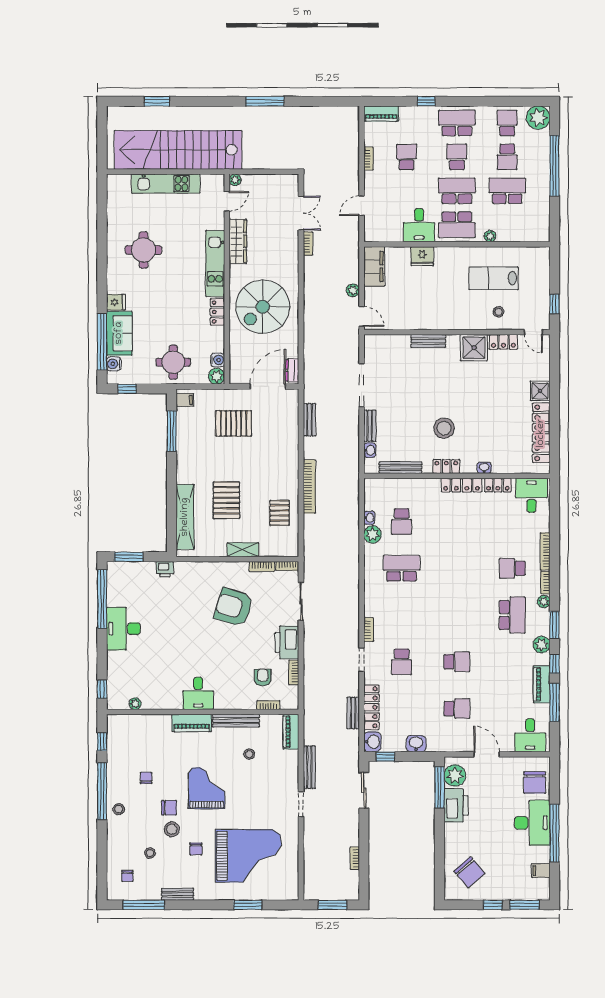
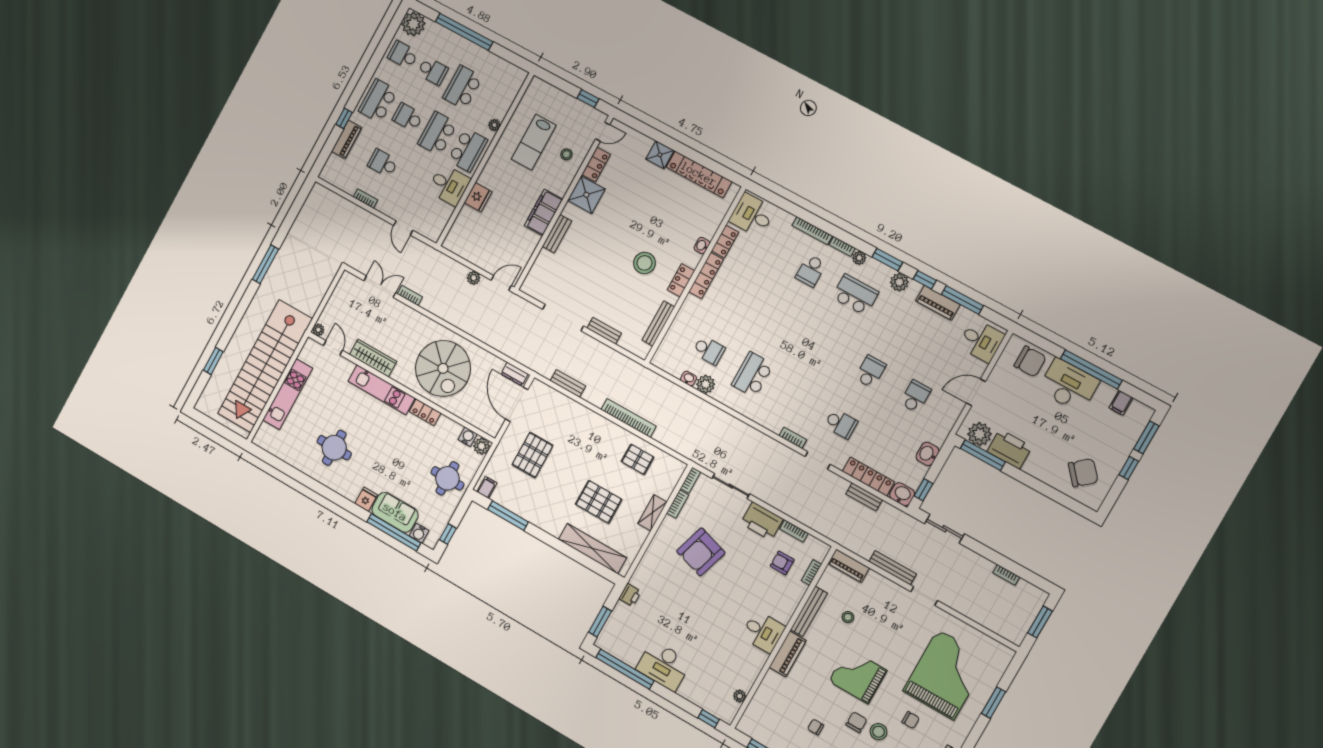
piano: (381, 114) -> (347, 139), moved
filing cabinet: (374, 266) -> (543, 212), moved, turned -90
washbasin: (370, 450) -> (626, 343), removed

